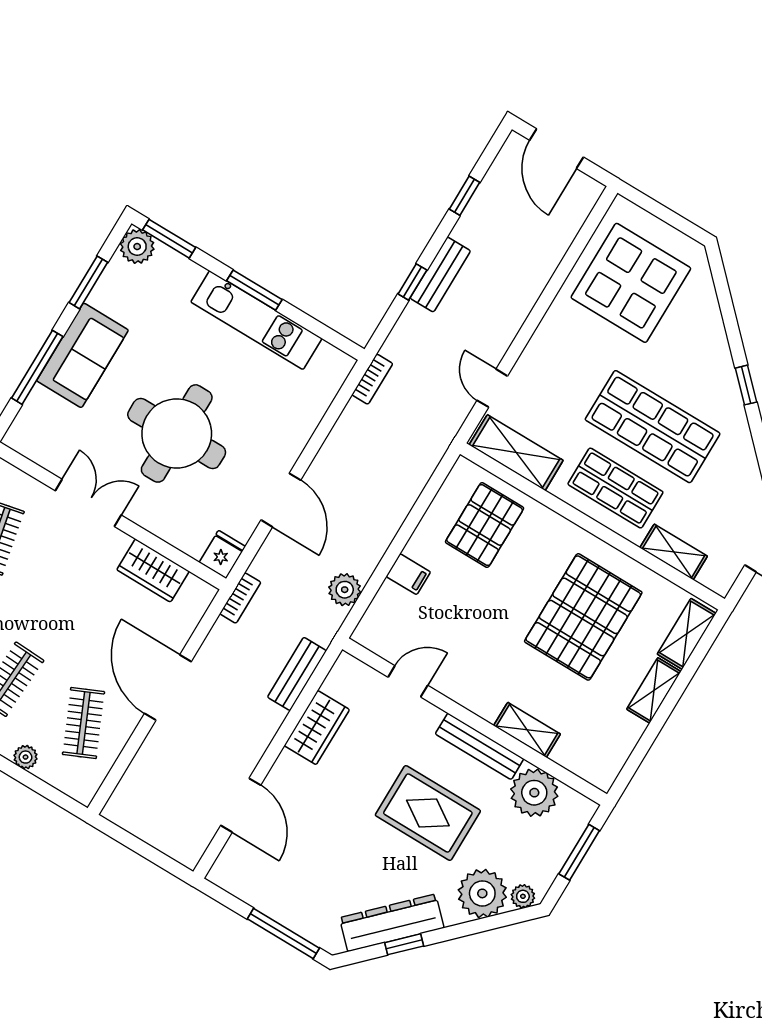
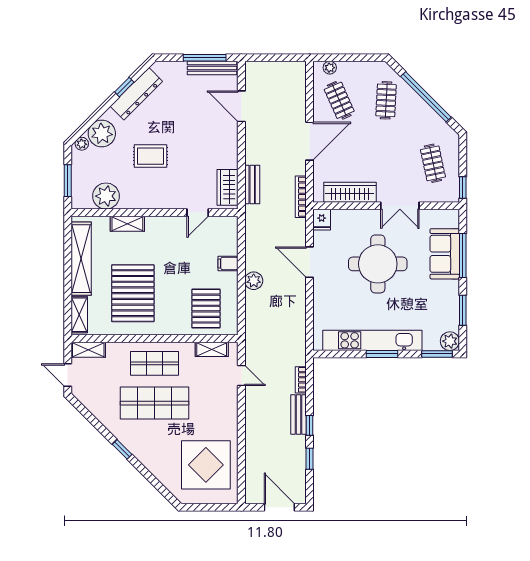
window: (412, 282) -> (309, 425), moved
kitchen unit: (256, 320) -> (372, 340), width x1.36
sofa: (82, 355) -> (445, 254), moved
bookcase: (372, 379) -> (301, 380), moved
shelving: (516, 453) -> (212, 349), width x0.67, depth x0.75
shelving: (674, 552) -> (88, 350), moved
wardrobe: (153, 570) -> (350, 192), width x1.50
plant: (345, 590) -> (254, 281), moved
bookcase: (240, 598) -> (301, 197), width x1.56
door: (168, 687) -> (309, 141), hinge flipped
shelving: (654, 690) -> (81, 259), width x2.20, depth x1.33
wardrobe: (317, 728) -> (228, 187), moved
bench: (480, 746) -> (212, 68), moved
plant: (26, 757) -> (330, 68), moved
rug: (428, 813) -> (151, 156), width x0.73, depth x0.70
window: (283, 934) -> (205, 58), moved

